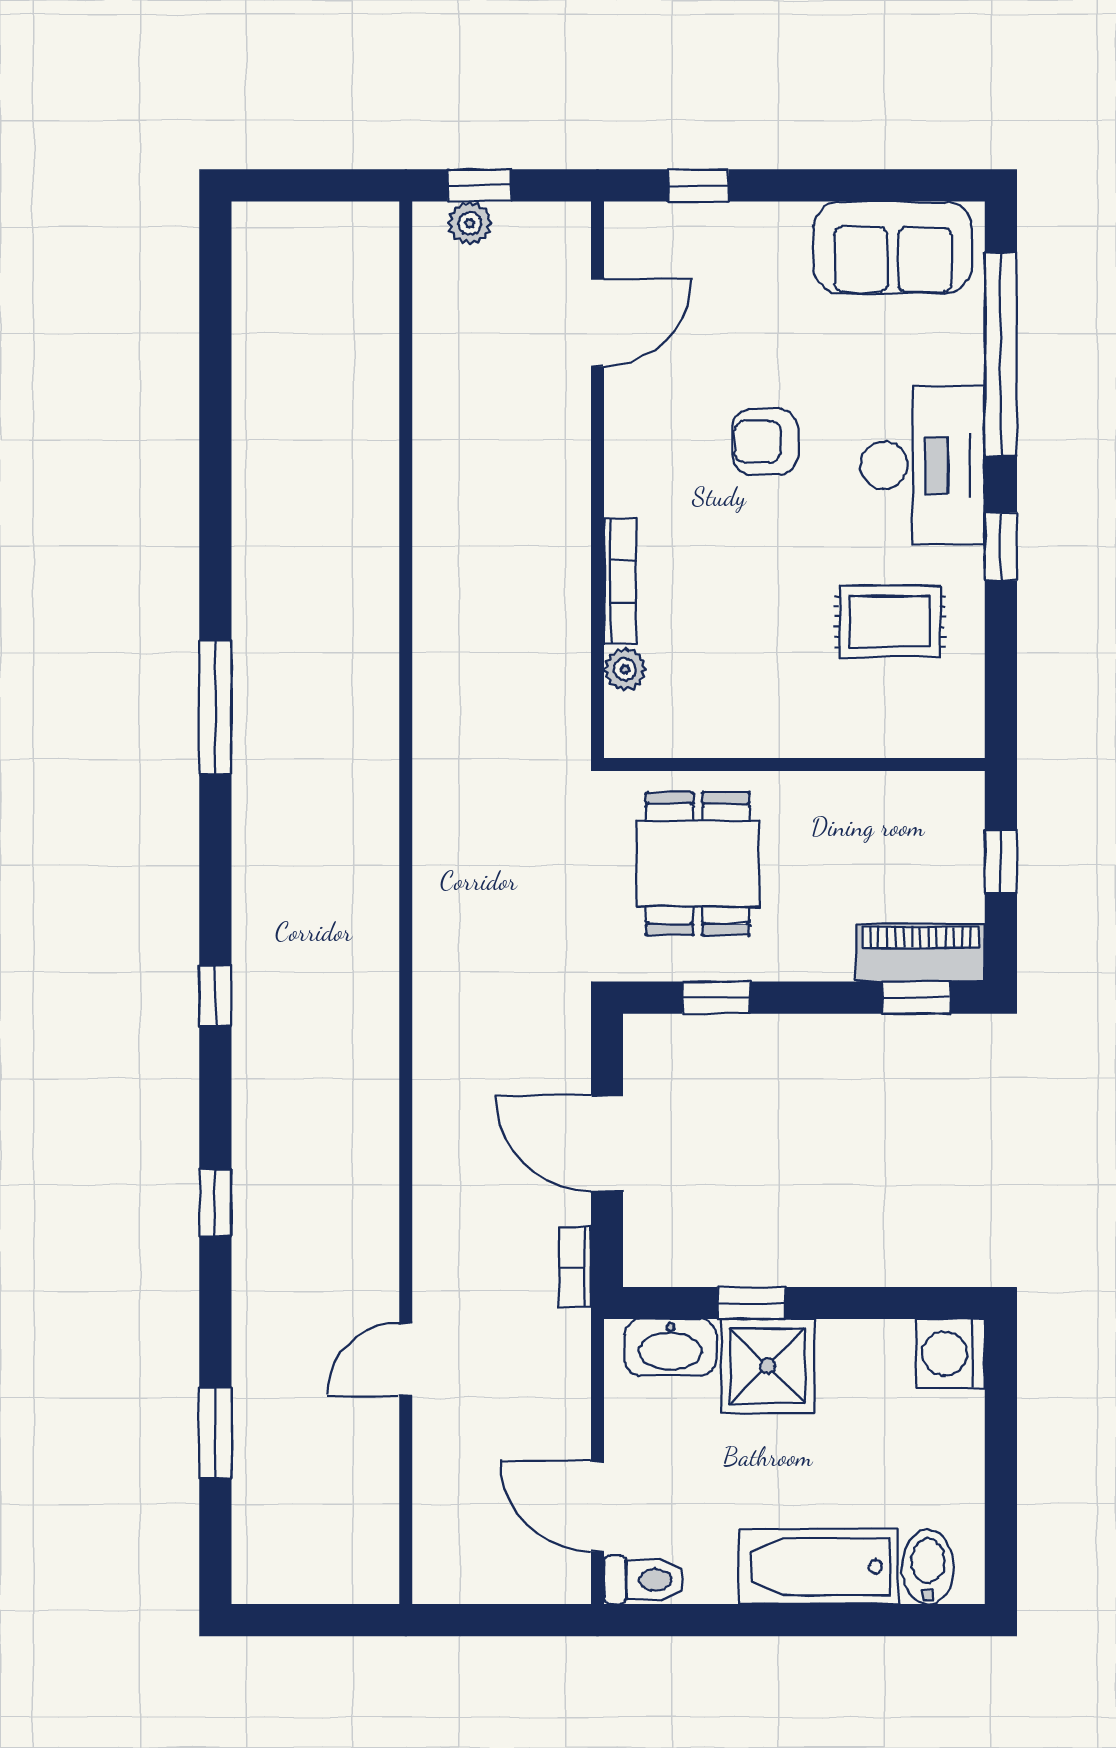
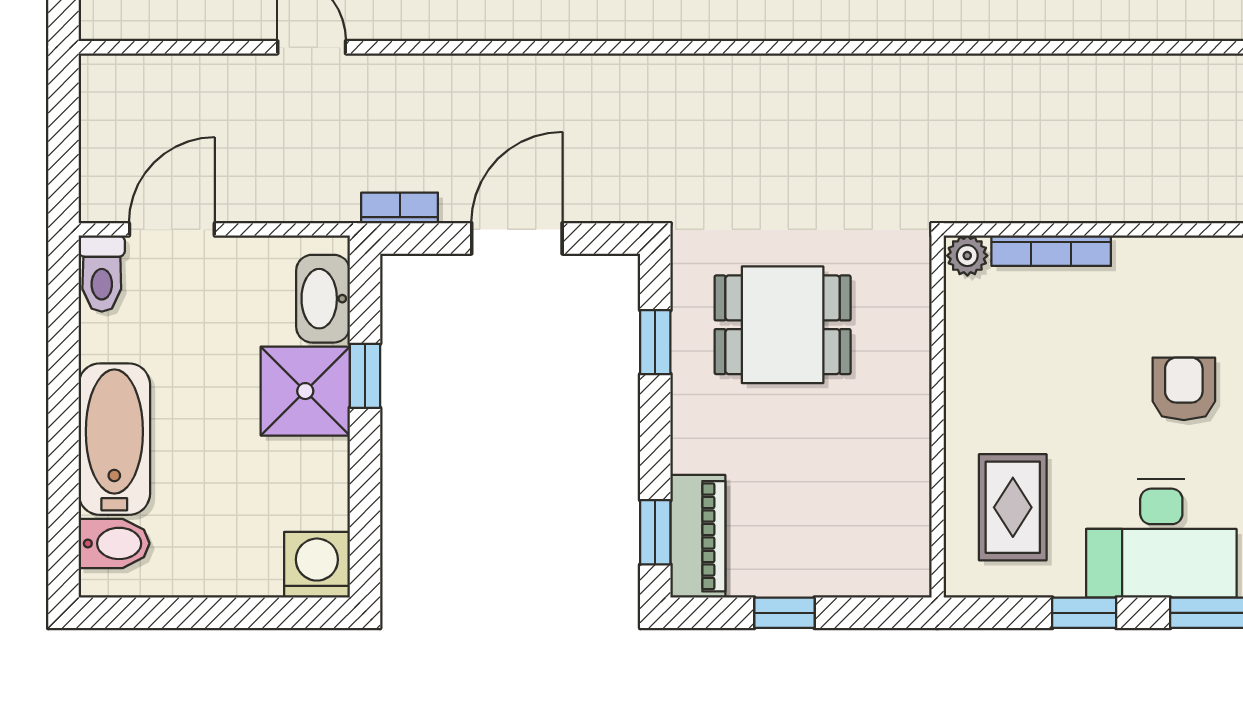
wall: (794, 764) -> (938, 417), moved

